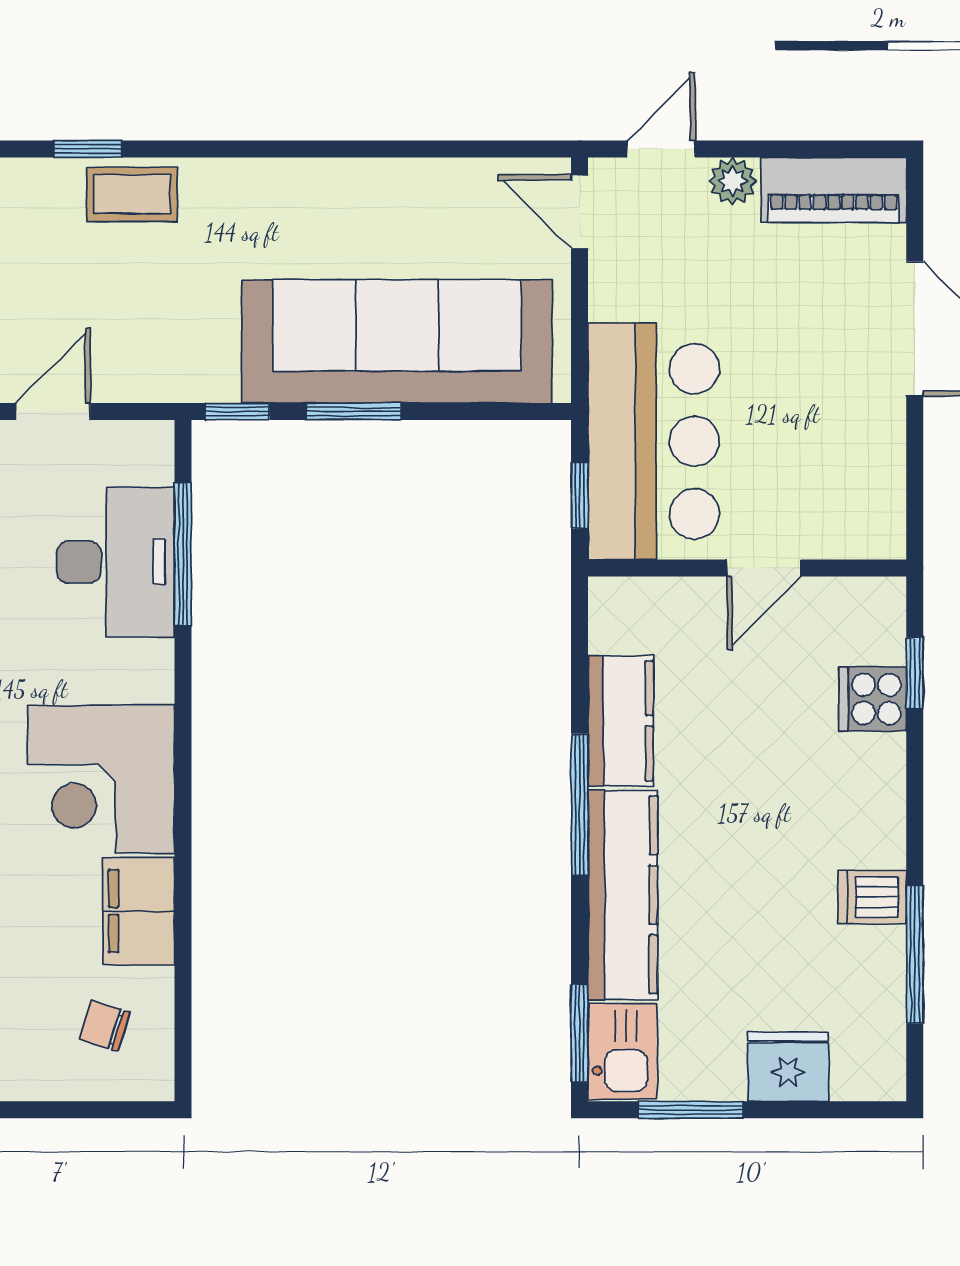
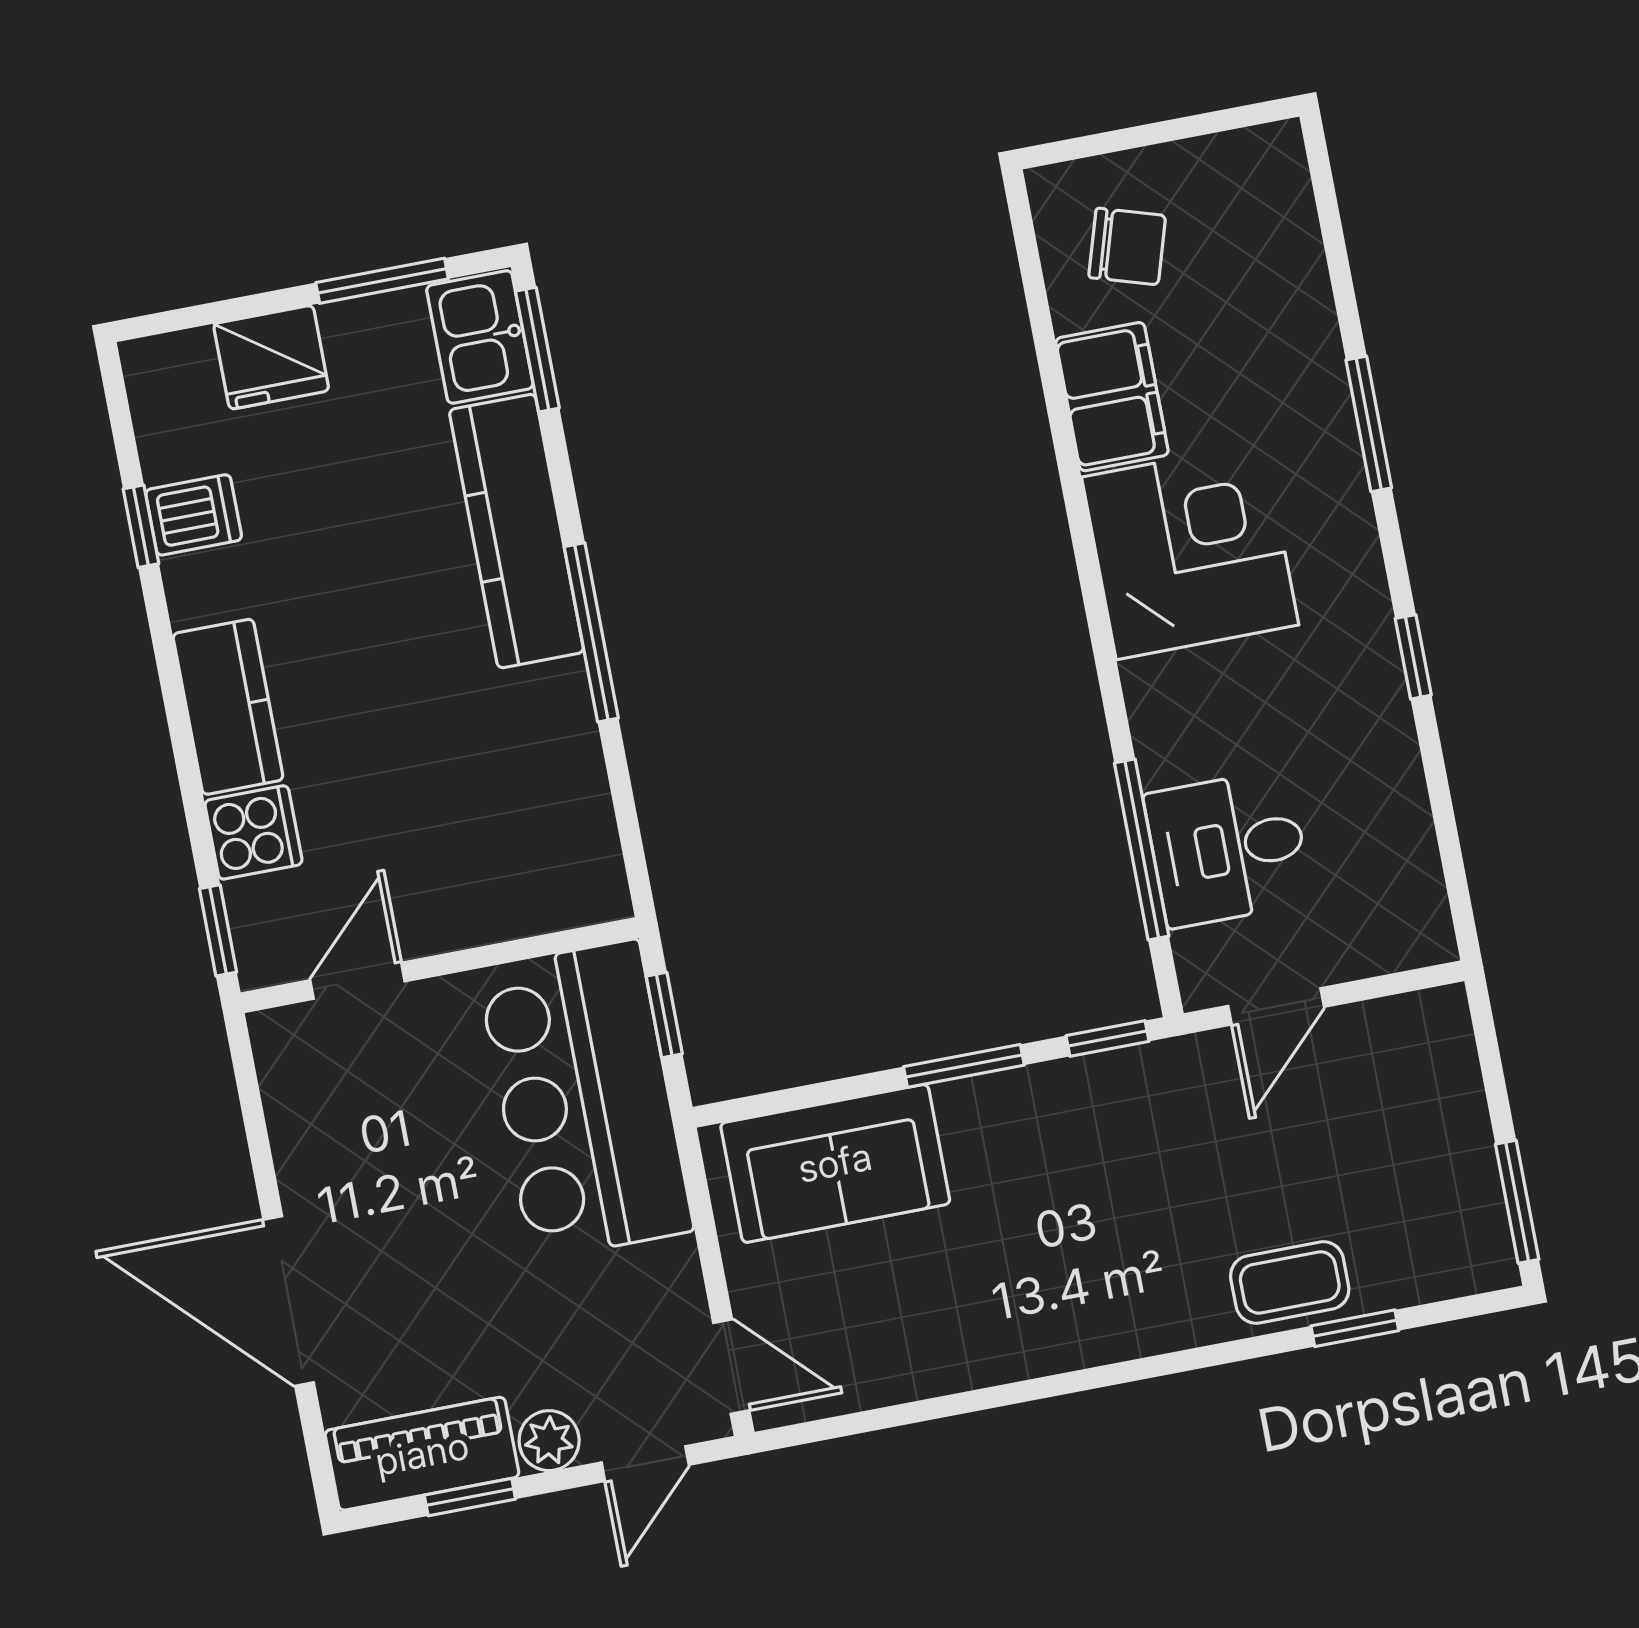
window: (803, 149) -> (470, 1497), added
sofa: (397, 341) -> (835, 1163), width x0.54, depth x0.79
door: (53, 411) -> (1276, 1006), moved
desk: (115, 562) -> (1228, 848), width x0.73
door: (764, 568) -> (357, 981), moved
window: (915, 673) -> (218, 930), moved
kitchen counter: (621, 721) -> (228, 707), moved, turned 180
dishwasher: (872, 897) -> (194, 515), moved
window: (915, 954) -> (141, 526), width x0.46
chair: (105, 1026) -> (1127, 246), width x1.37, depth x1.37

